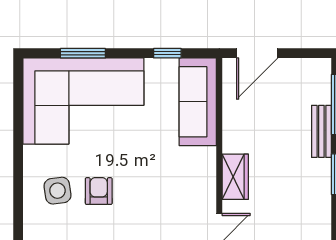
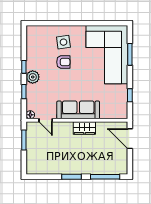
sofa: (198, 102) -> (78, 110), moved
bench: (321, 131) -> (92, 170), removed
wardrobe: (235, 177) -> (84, 128), moved

